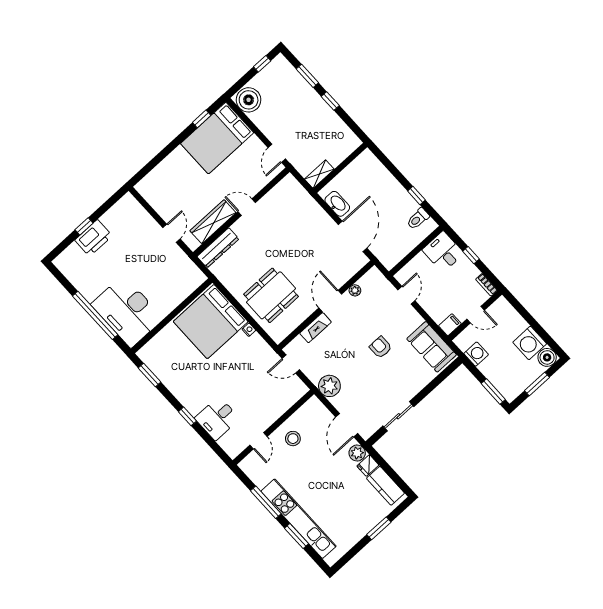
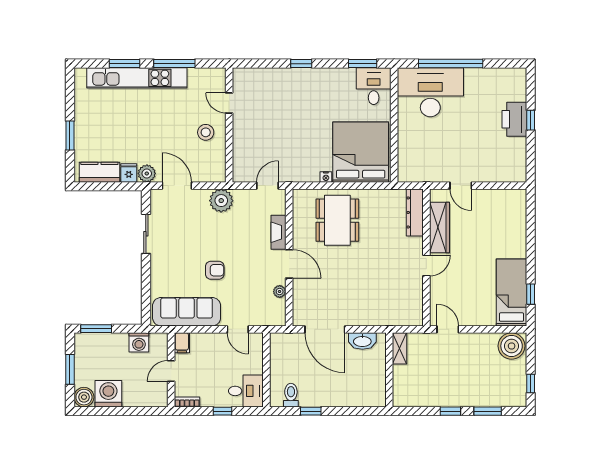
bed: (217, 138) -> (512, 293), width x0.67
sofa: (432, 347) -> (187, 312), width x1.36
desk: (217, 418) -> (374, 86), moved

